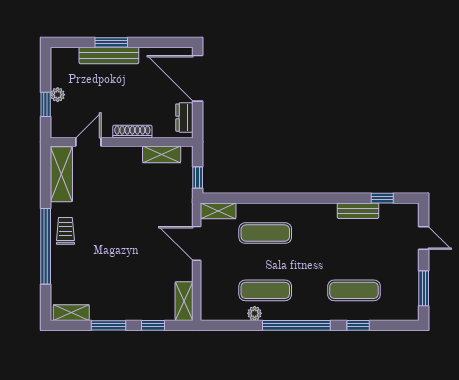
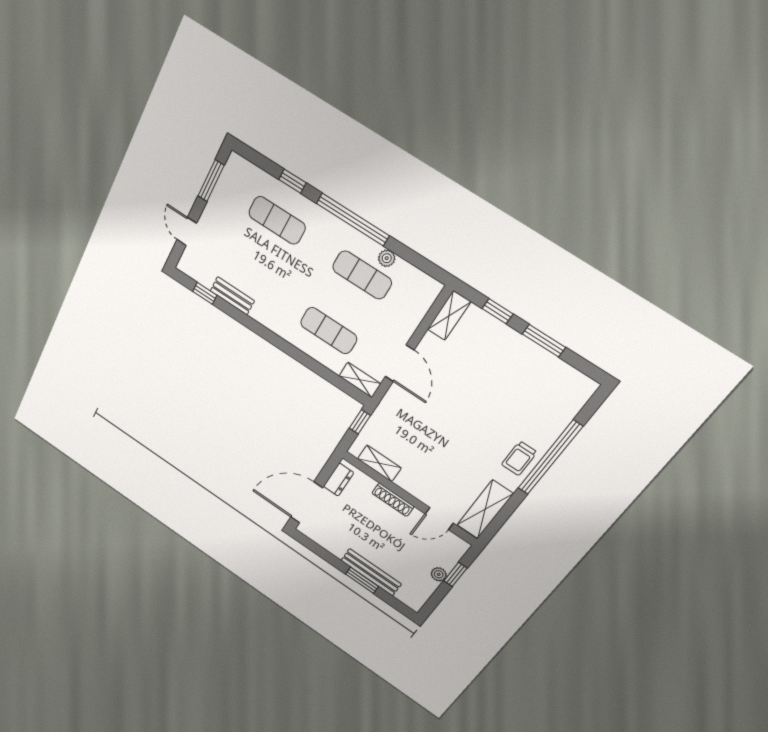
door: (198, 78) -> (307, 503), swing flipped
shelving: (71, 313) -> (573, 378), removed

